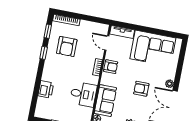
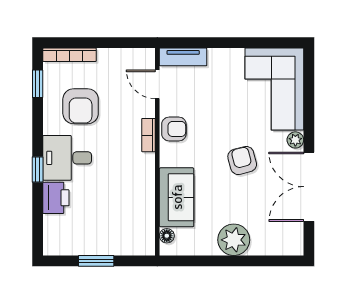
corner sofa: (153, 48) -> (274, 89), moved, turned 90
window: (44, 53) -> (38, 170), moved
armchair: (141, 89) -> (242, 160), turned 75
desk: (83, 94) -> (67, 158), moved, turned 180

